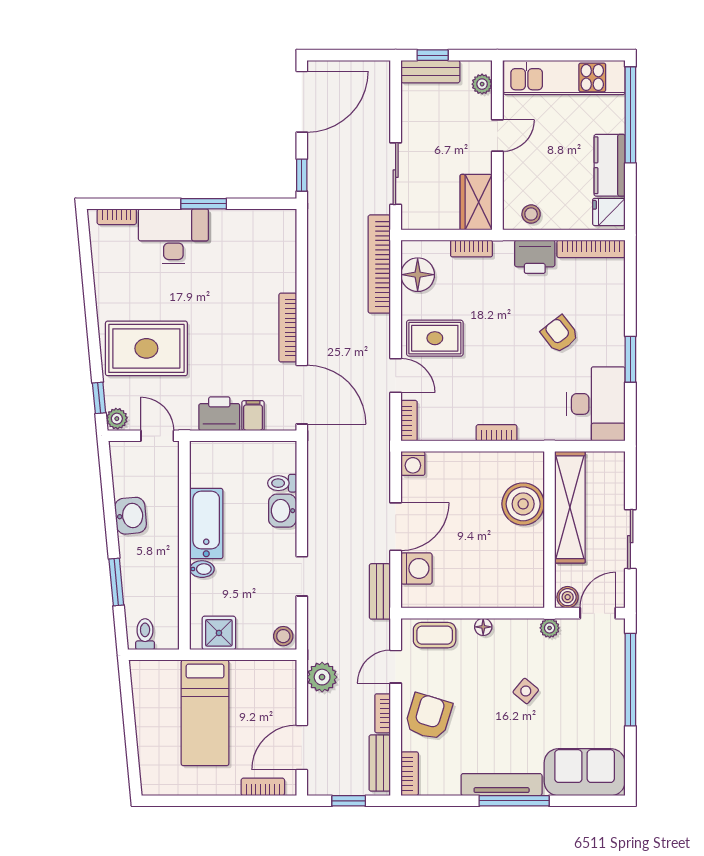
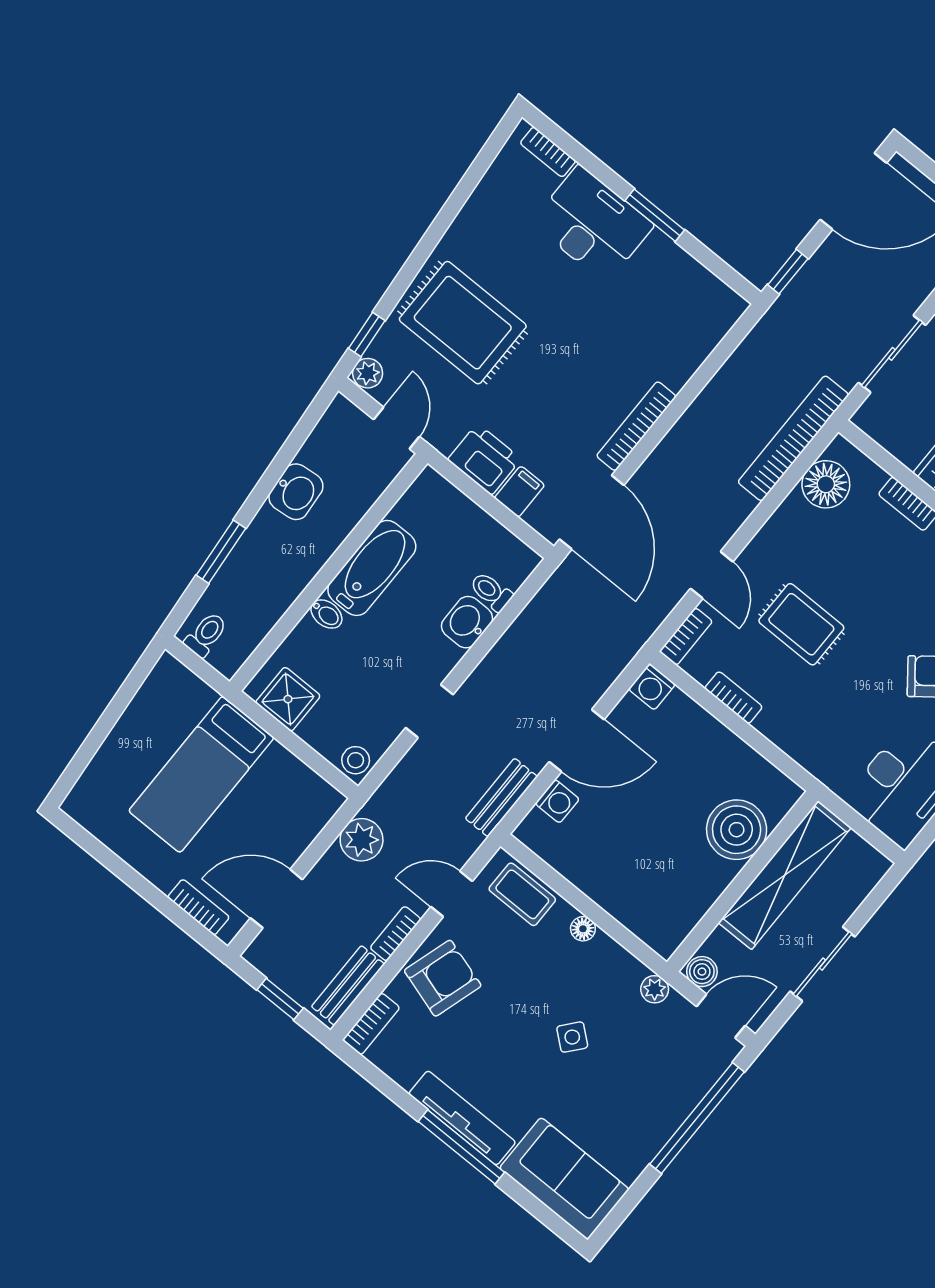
rug: (435, 338) -> (801, 624), moved
bookcase: (497, 433) -> (734, 698), moved
washing machine: (416, 568) -> (557, 801), width x0.73, depth x0.73

